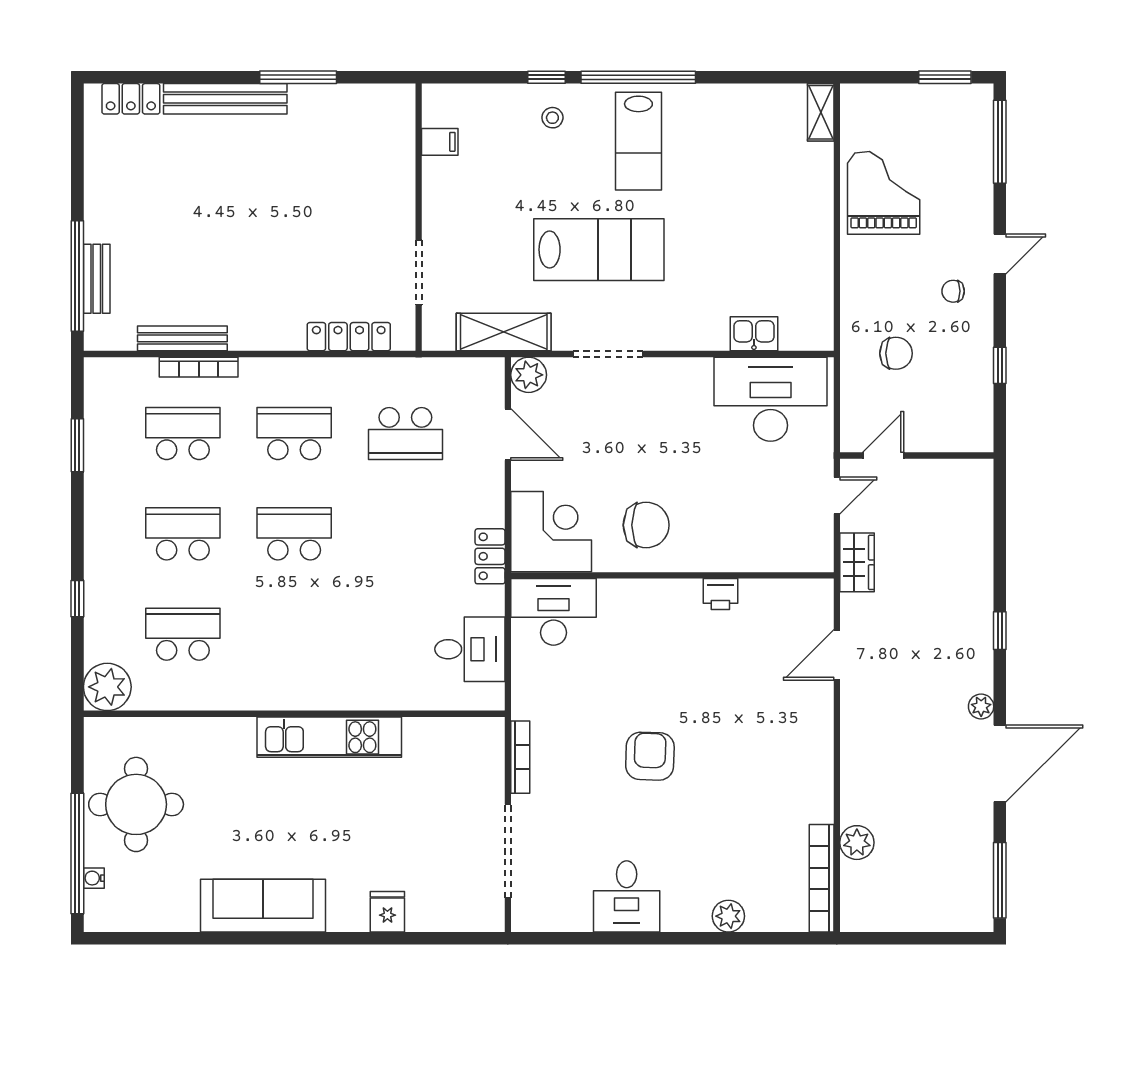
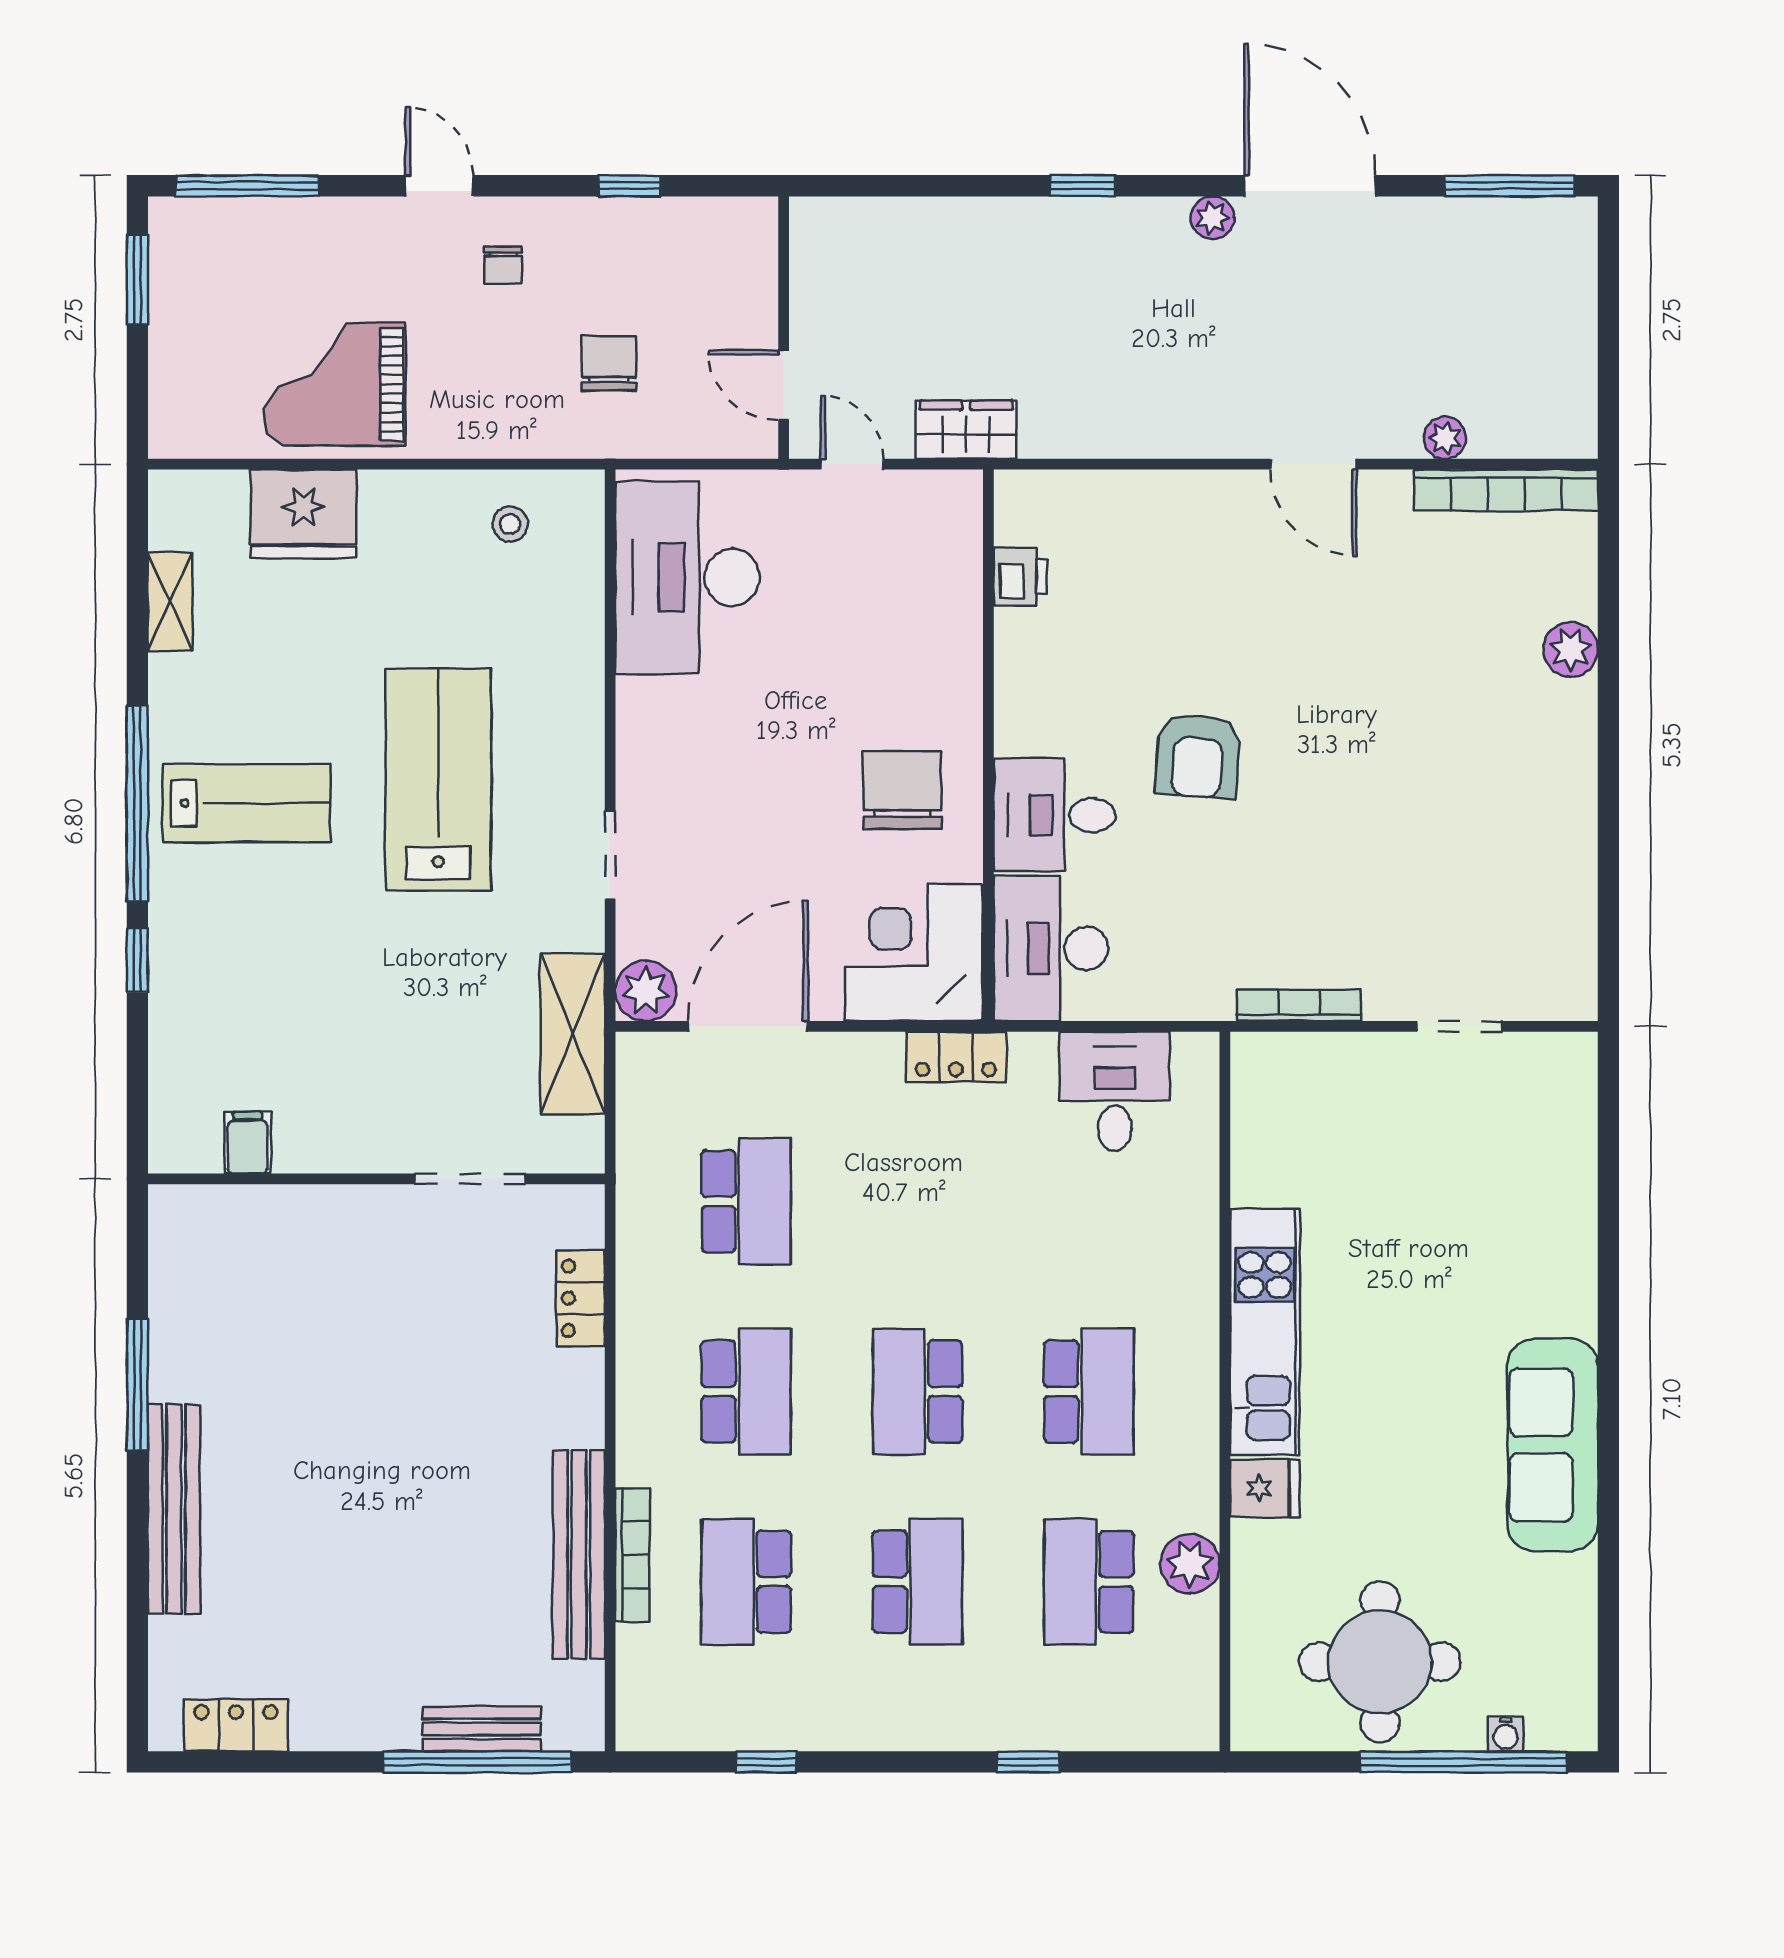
locker: (131, 99) -> (236, 1725), moved, turned -90
shelving: (821, 112) -> (170, 602), moved, turned 90
stool: (552, 118) -> (510, 524), moved
fridge: (808, 175) -> (303, 514), added
lab bench: (599, 250) -> (438, 780), moved
kitchen sink: (754, 334) -> (576, 606), removed
locker: (349, 337) -> (580, 1298), width x0.66
bench: (182, 338) -> (579, 1554), width x1.37, depth x1.21
doorway: (608, 354) -> (610, 855), width x0.73
school desk: (294, 434) -> (746, 1392), turned 180
door: (508, 435) -> (748, 1026), width x1.36
window: (77, 445) -> (766, 1762), width x0.67
school desk: (183, 534) -> (918, 1582), turned 180
printer: (720, 594) -> (1020, 576), moved
school desk: (294, 634) -> (1089, 1392), added
door: (837, 655) -> (1314, 464), moved
plant: (107, 687) -> (1190, 1564), moved, width x0.73, depth x0.73
armchair: (650, 756) -> (1198, 756), moved, turned -88
plant: (857, 843) -> (1445, 438), width x0.73, depth x0.73
doorway: (508, 851) -> (1459, 1026), width x0.53
desk: (627, 896) -> (1055, 815), moved, turned 180
fridge: (387, 912) -> (1265, 1488), moved, turned 180

